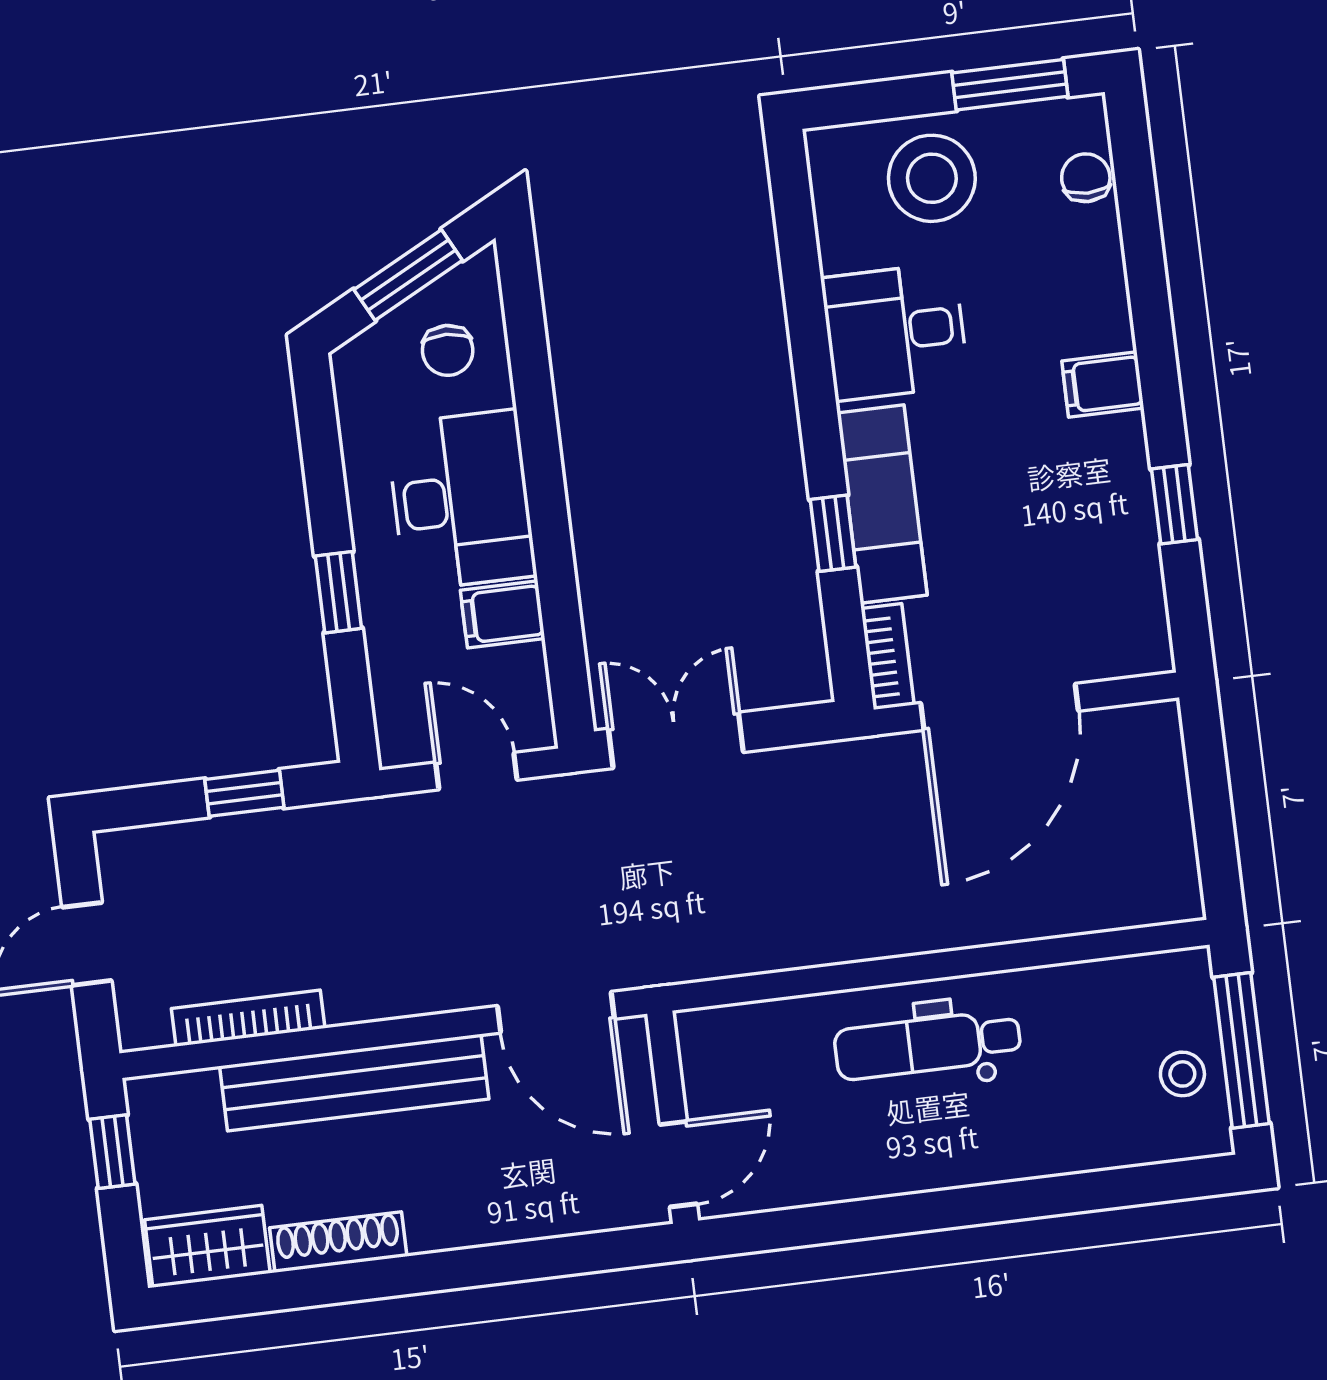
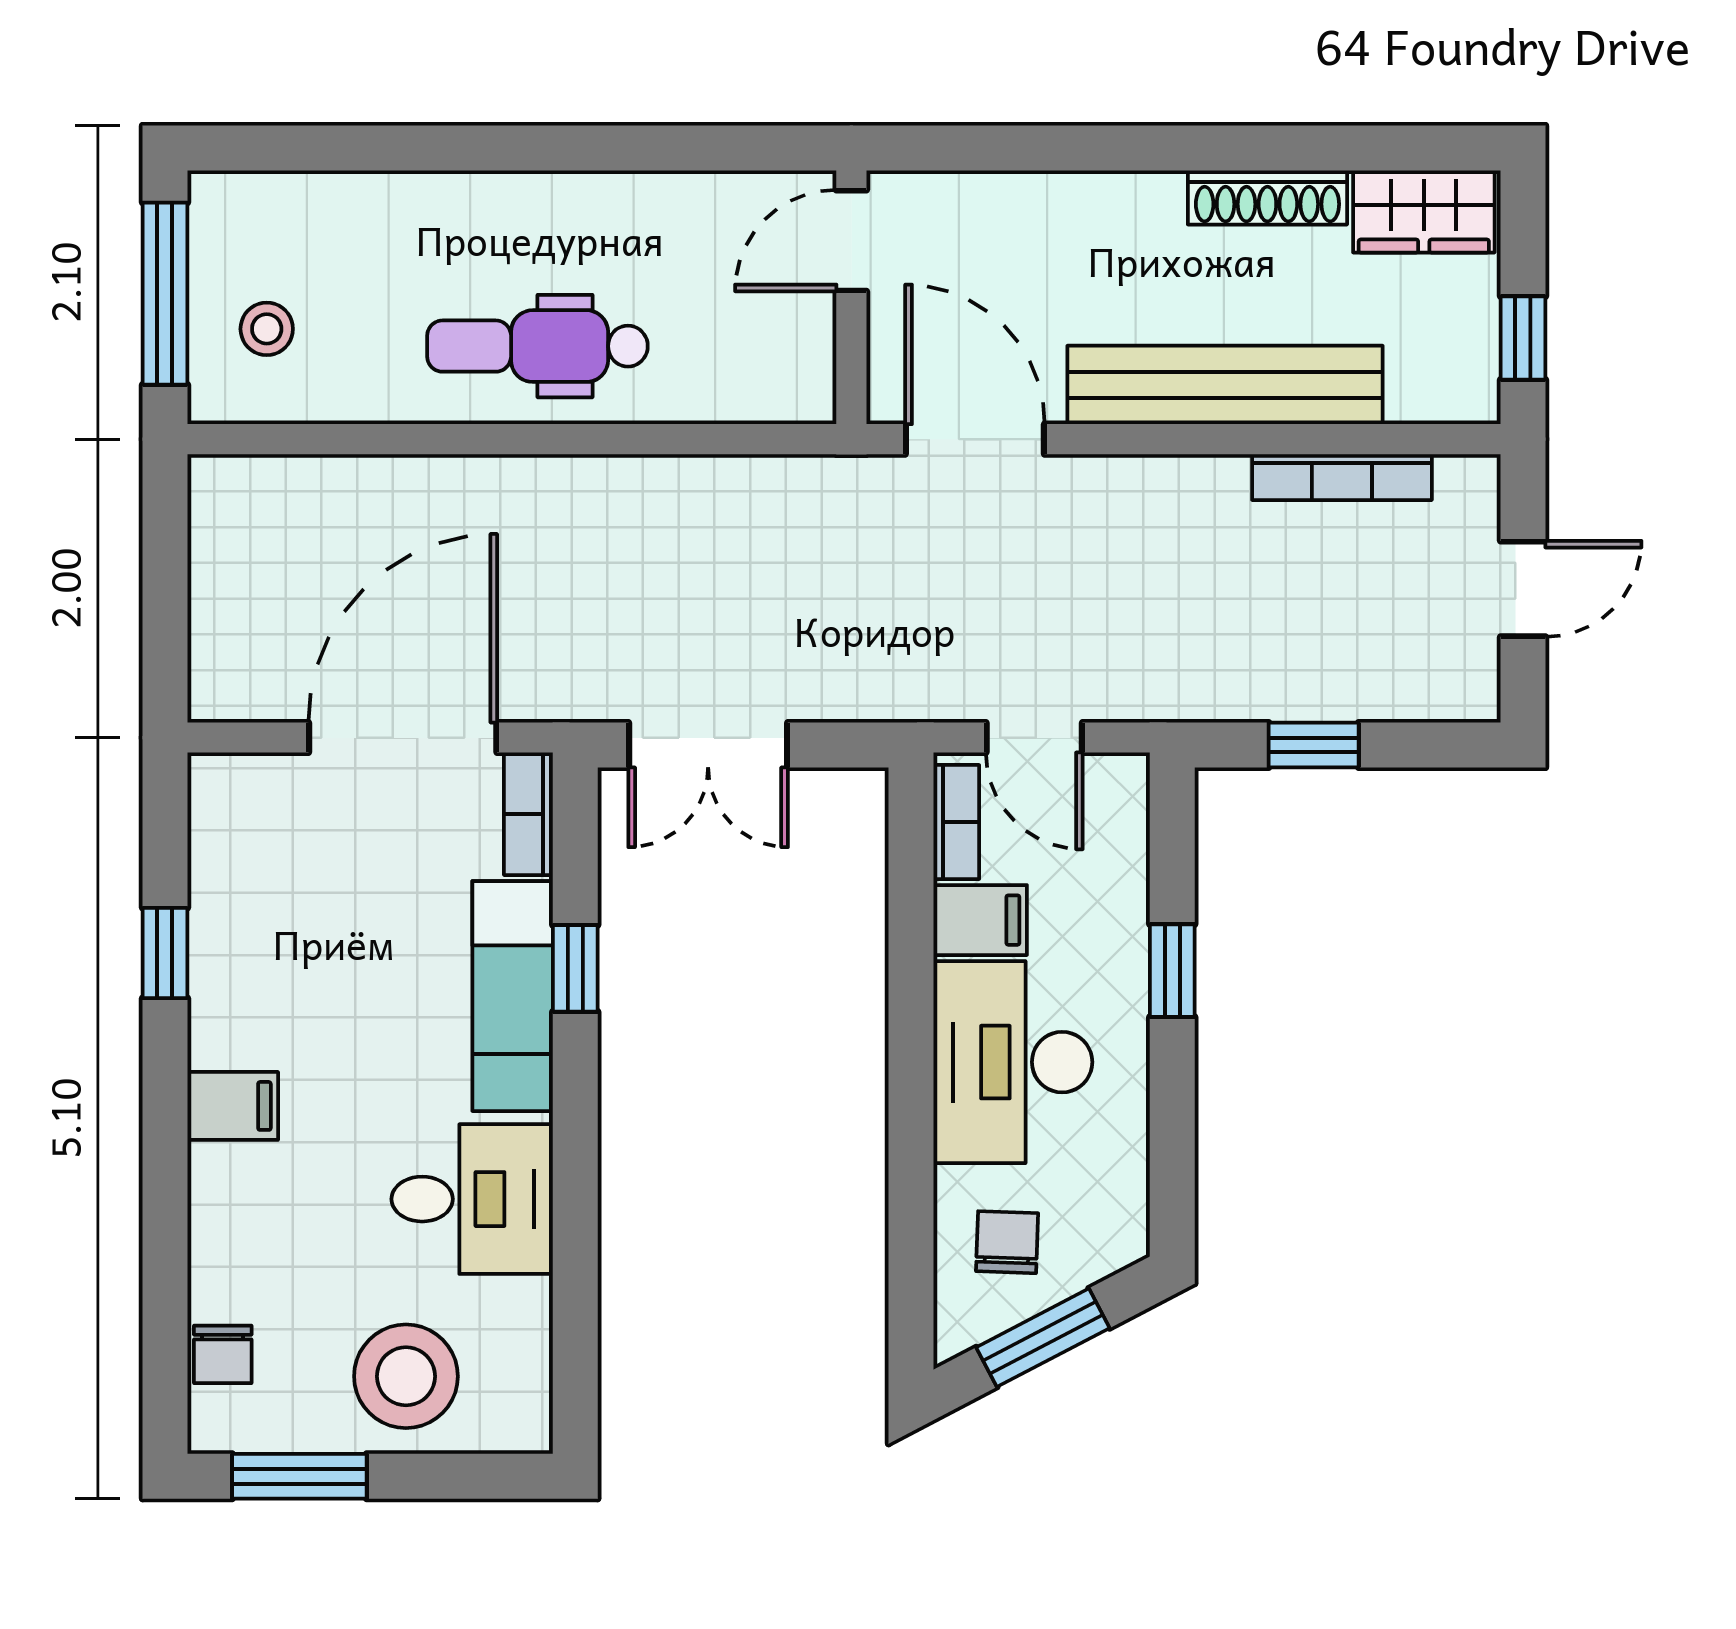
bookcase: (532, 693) -> (956, 822), added
double door: (676, 740) -> (708, 745), moved
dental chair: (928, 1045) -> (537, 346), turned 180
stool: (1182, 1074) -> (267, 329), moved

